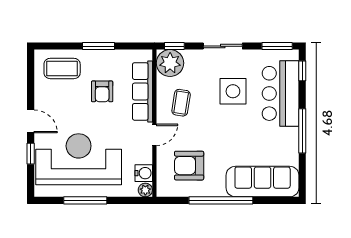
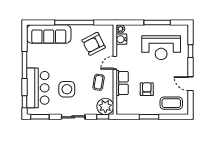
row of seats: (142, 91) -> (122, 83), width x0.68
door: (31, 121) -> (190, 84), moved
reception desk: (79, 159) -> (161, 48), width x0.74, depth x0.77
armchair: (189, 166) -> (94, 44), turned 153

